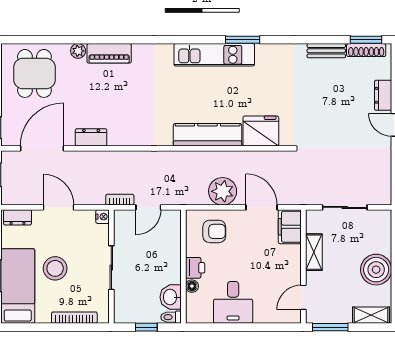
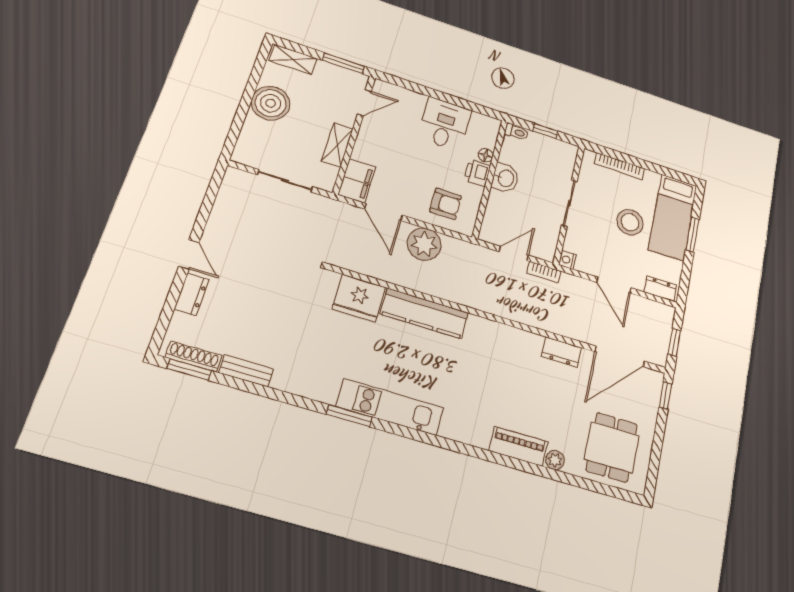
armchair: (214, 231) -> (446, 204), turned 180
washbasin: (171, 297) -> (505, 178), moved

